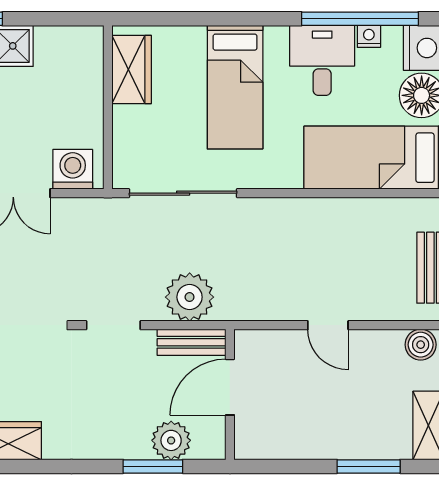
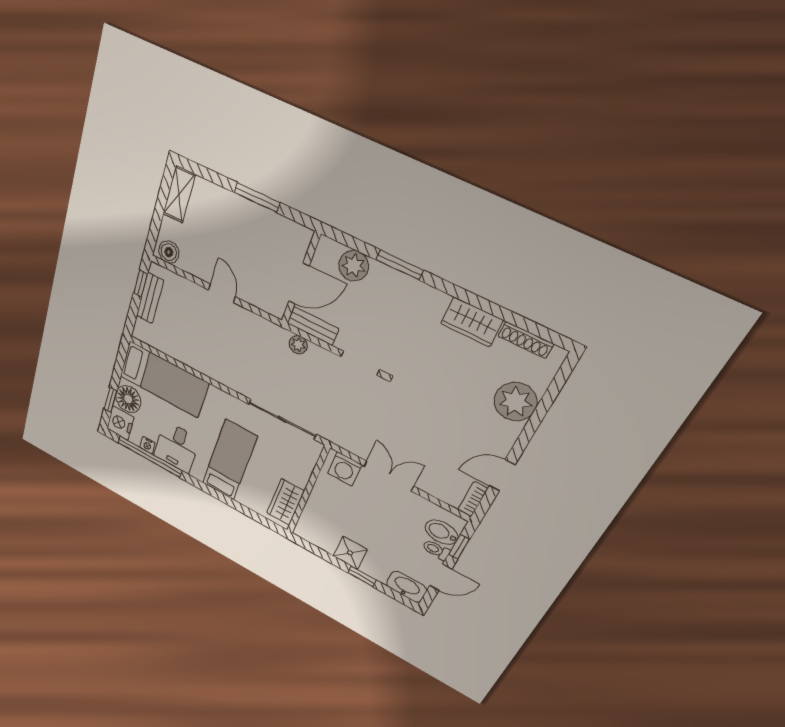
plant: (190, 297) -> (298, 345), width x0.53, depth x0.53
window: (153, 466) -> (400, 265), moved
window: (369, 466) -> (257, 198), moved

